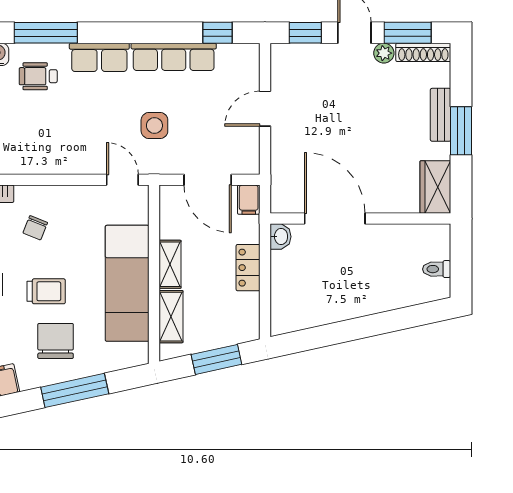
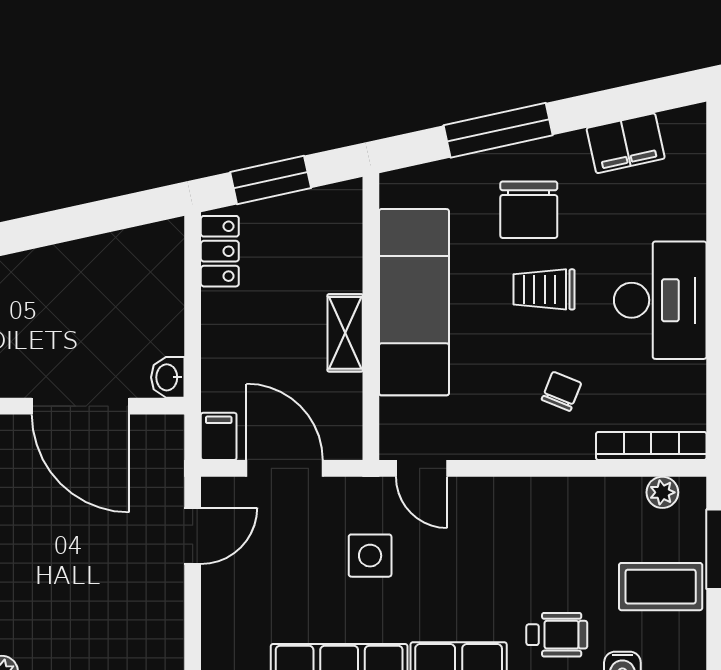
door: (265, 109) -> (193, 536), moved
locker: (248, 268) -> (220, 251), moved
shelving: (171, 317) -> (344, 249), removed

